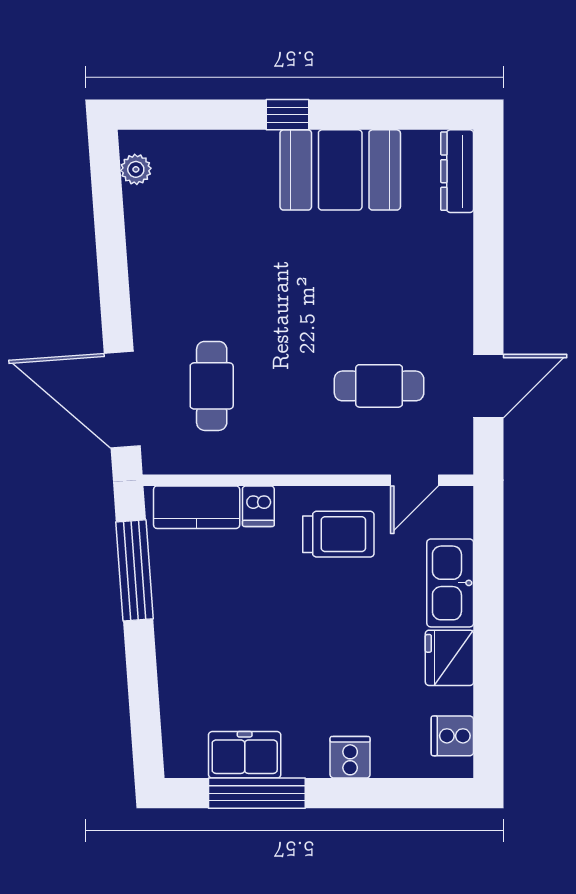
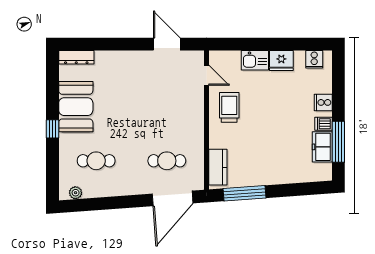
cafe table: (379, 386) -> (96, 161), moved, turned 90
dishwasher: (258, 506) -> (323, 124), moved, turned 180
kitchen sink: (450, 583) -> (255, 60), width x0.73

